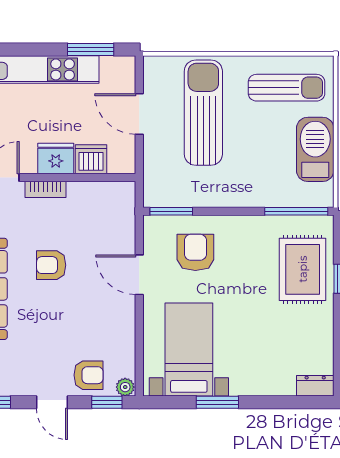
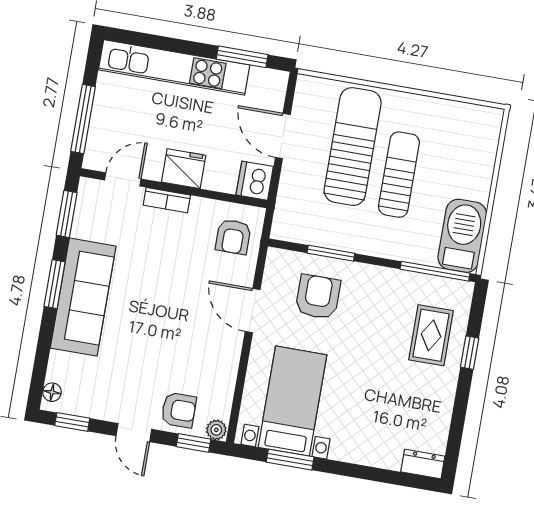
sun lounger: (287, 88) -> (399, 175), moved, turned -90
barbecue: (315, 149) -> (462, 236), moved
dishwasher: (91, 159) -> (255, 181), moved, turned -90
window: (171, 211) -> (331, 253), moved
armchair: (51, 265) -> (233, 237), moved, turned -90
rug: (303, 269) -> (431, 335), width x0.73, depth x0.70
window: (217, 402) -> (290, 460), moved

